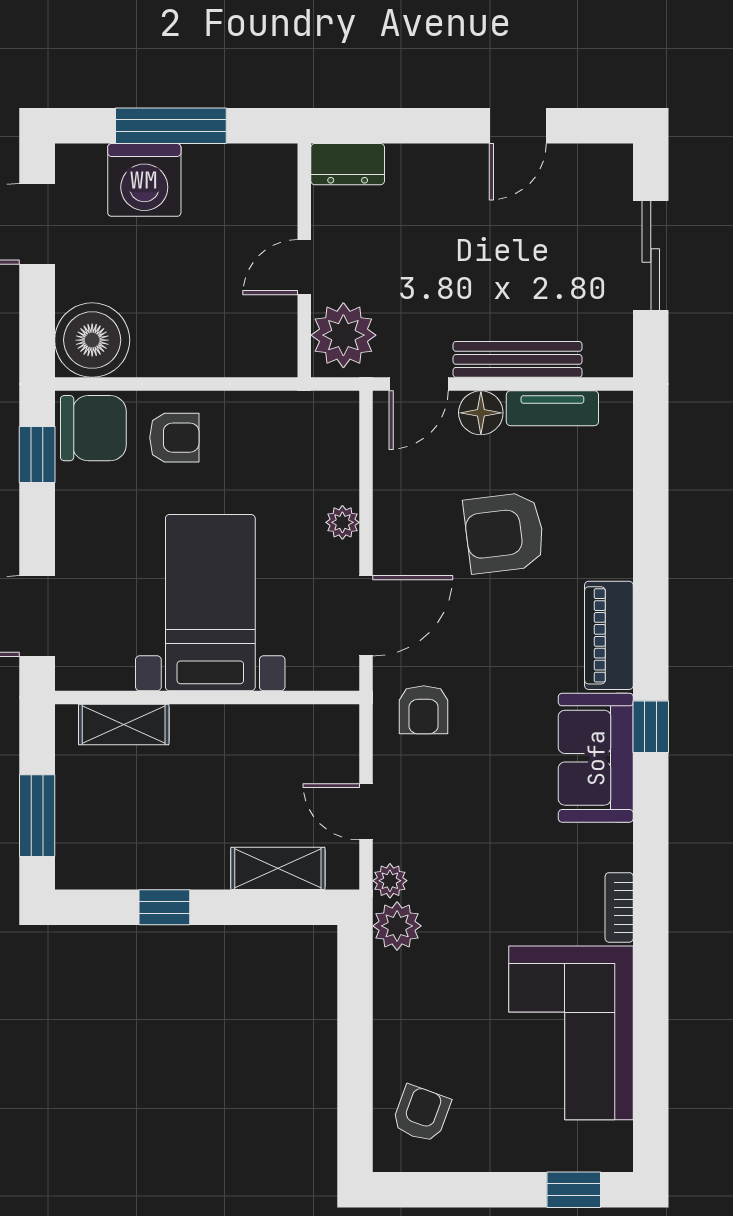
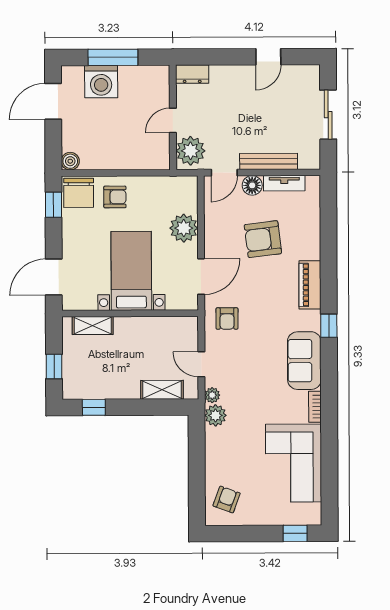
boiler: (92, 340) -> (70, 161), width x0.54, depth x0.54
chair: (93, 428) -> (79, 193), turned 90
plant: (342, 522) -> (184, 228), width x1.87, depth x1.87
sofa: (596, 758) -> (304, 361), moved
window: (37, 816) -> (54, 367), width x0.67
window: (164, 907) -> (94, 407), moved

